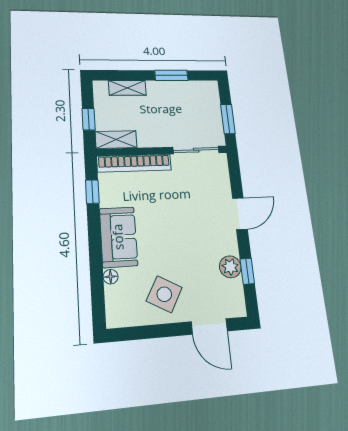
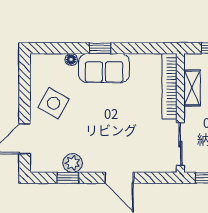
shelving: (116, 140) -> (192, 88), moved
window: (92, 192) -> (100, 48), moved

